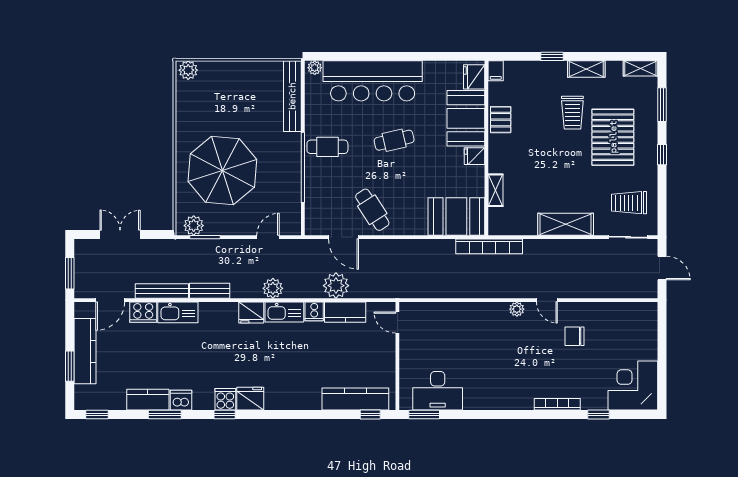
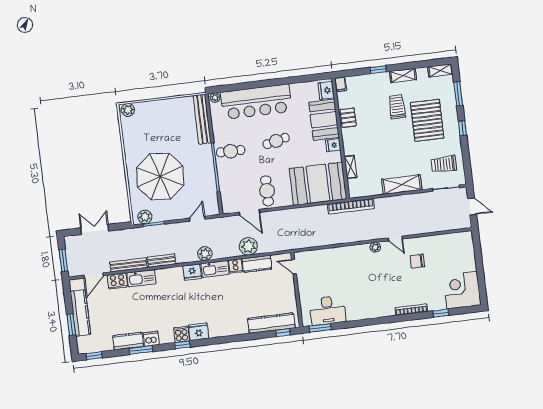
trolley: (572, 113) -> (397, 107), turned 180
cafe table: (372, 210) -> (267, 191), turned 33
booth: (456, 216) -> (318, 184), width x1.36, depth x1.42

